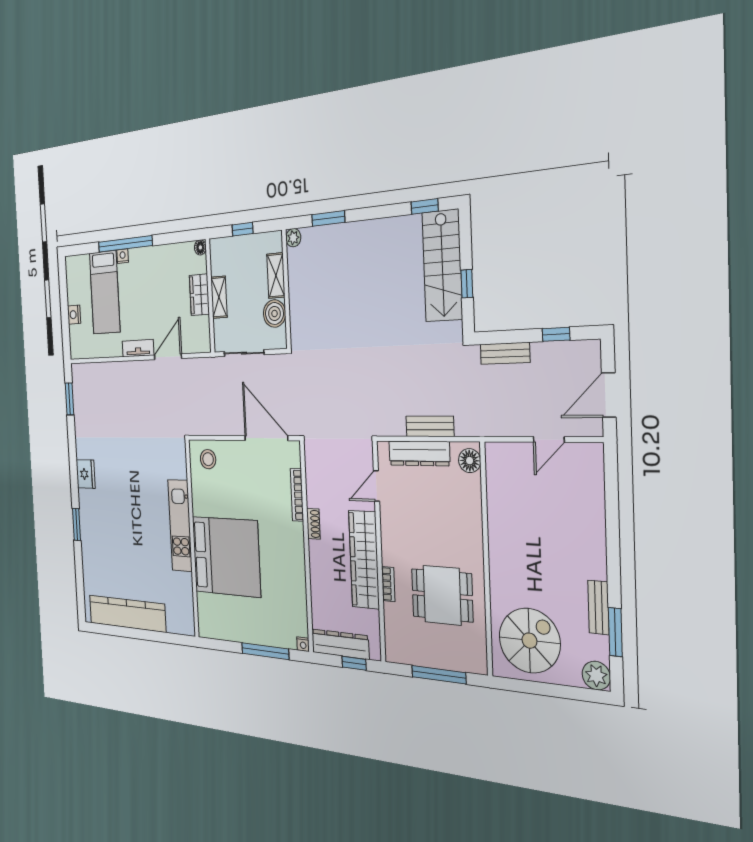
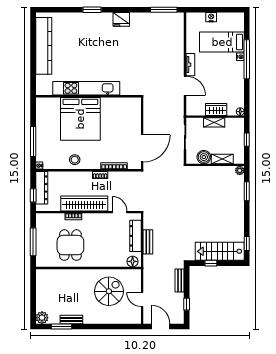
window: (69, 399) -> (164, 10), width x1.44
stool: (208, 459) -> (75, 160), moved
kitchen unit: (180, 525) -> (86, 88), width x1.36
spiral stairs: (529, 641) -> (109, 291), moved, turned -90

